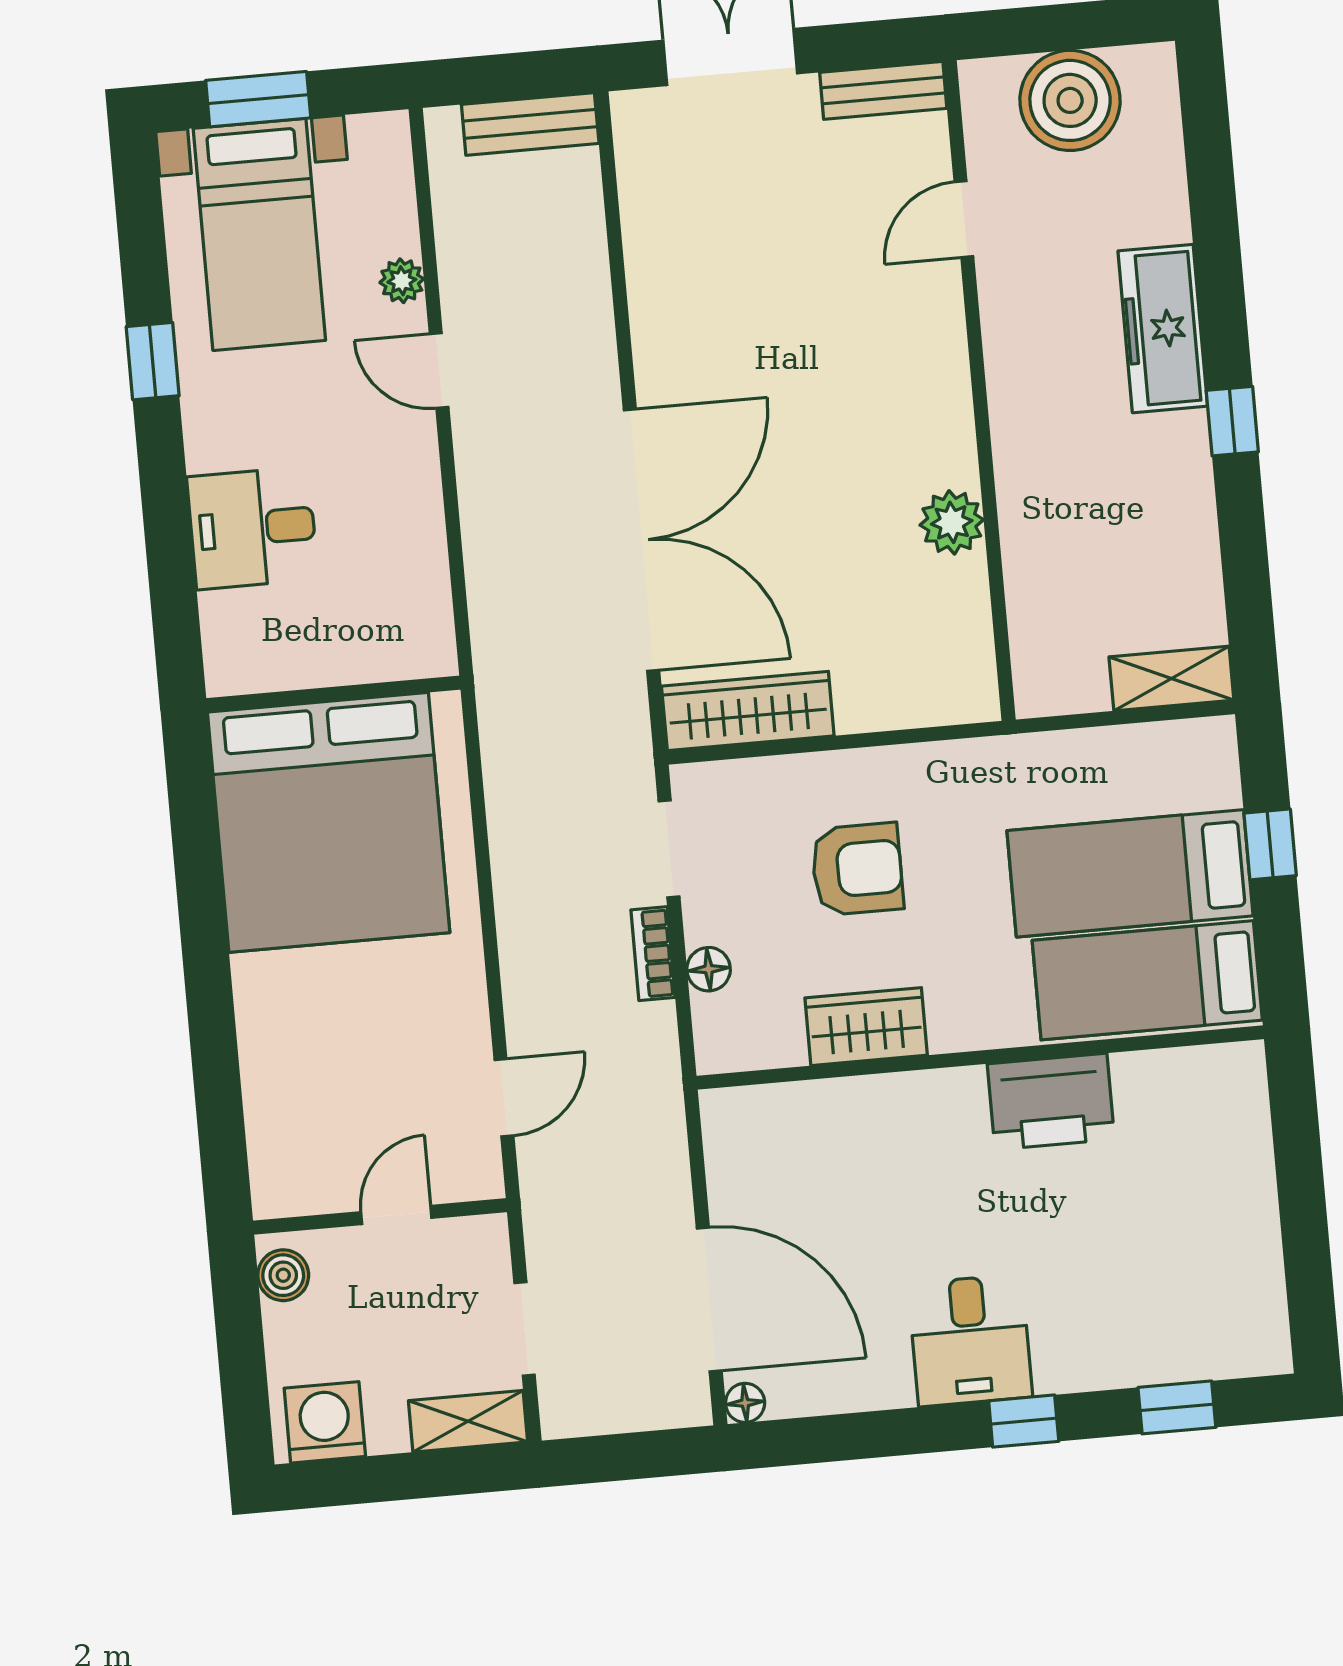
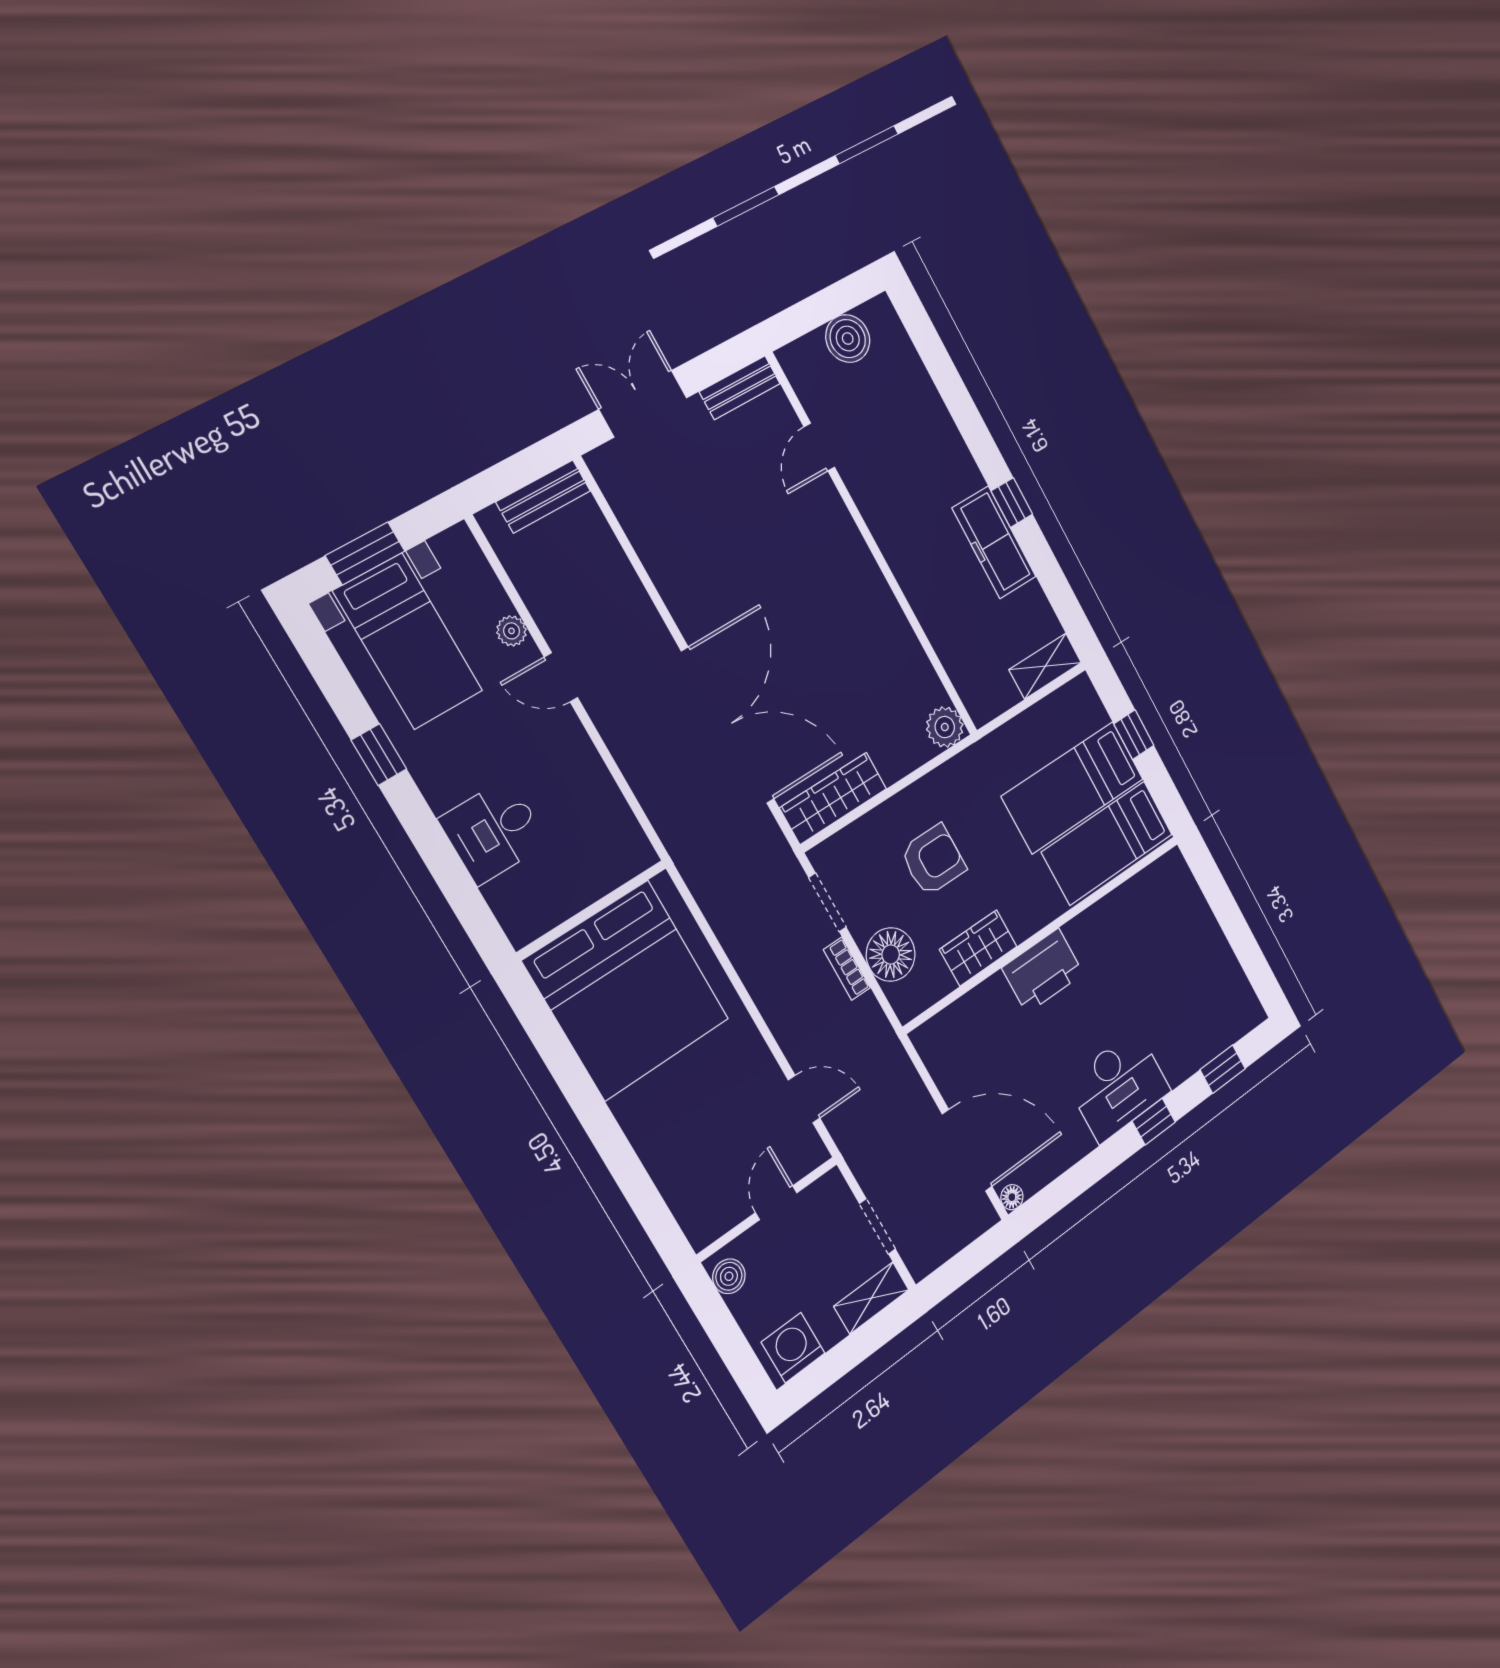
boiler: (1070, 100) -> (848, 339), width x0.73, depth x0.73
freezer: (1163, 329) -> (994, 542), moved
plant: (952, 522) -> (945, 727), moved
floor lamp: (709, 969) -> (891, 954), width x1.89, depth x1.89
door: (504, 1098) -> (804, 1099), hinge flipped
printer: (1051, 1102) -> (1043, 971), moved
desk: (970, 1340) -> (1118, 1086), width x1.37

